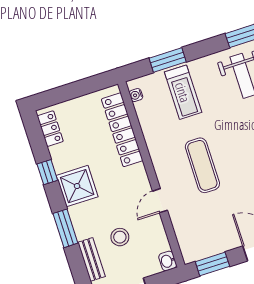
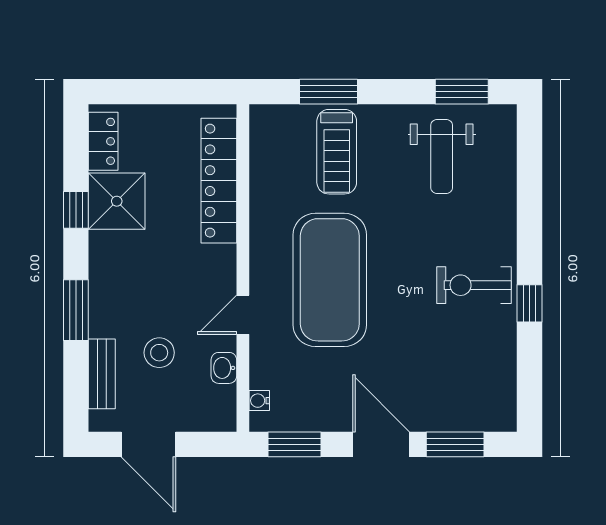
water cooler: (136, 95) -> (259, 401), moved
exercise mat: (202, 165) -> (330, 280), width x2.00, depth x1.45
shower: (77, 186) -> (117, 201), moved
washbasin: (168, 261) -> (224, 368), moved

